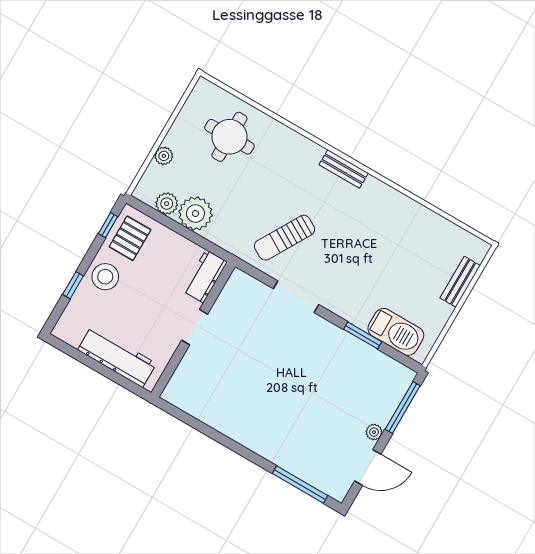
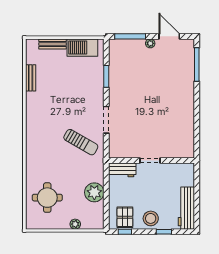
bench: (344, 169) -> (31, 78), moved
plant: (167, 204) -> (98, 209), removed
pallet: (130, 238) -> (125, 217), turned 90
barbecue: (396, 332) -> (82, 48), moved, turned -90
workbench: (117, 357) -> (186, 208), moved

